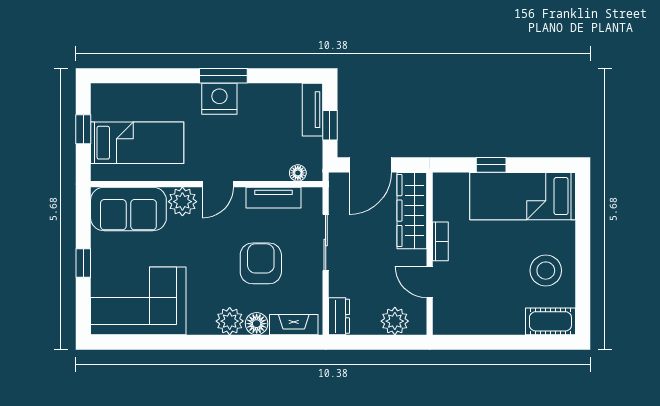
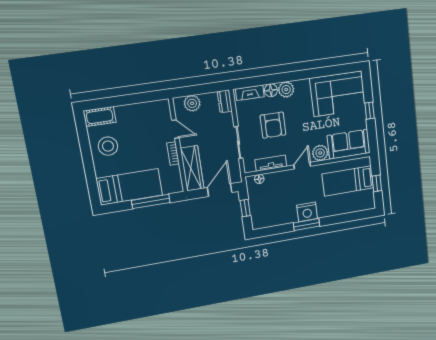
tv unit: (312, 110) -> (256, 215), removed
window: (491, 165) -> (151, 201), width x2.17

